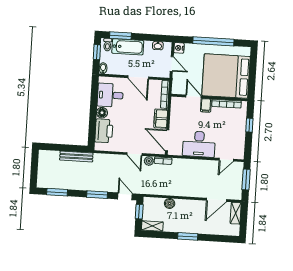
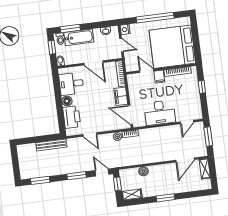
door: (134, 154) -> (90, 134), moved

